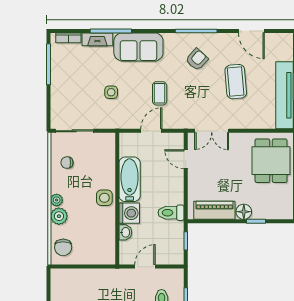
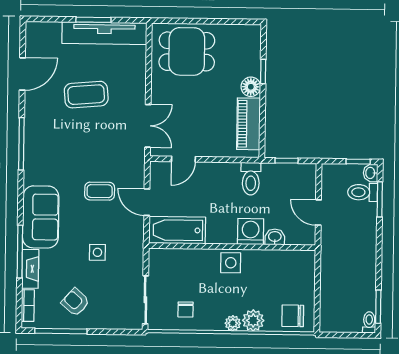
armchair: (197, 59) -> (75, 302), moved
bathtub: (130, 179) -> (177, 230), moved
chair: (63, 247) -> (293, 316), turned 180

